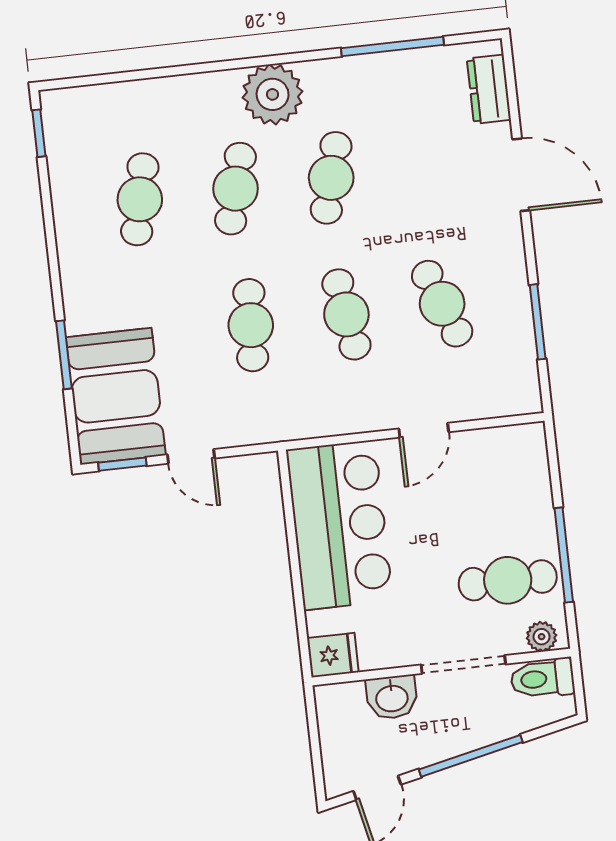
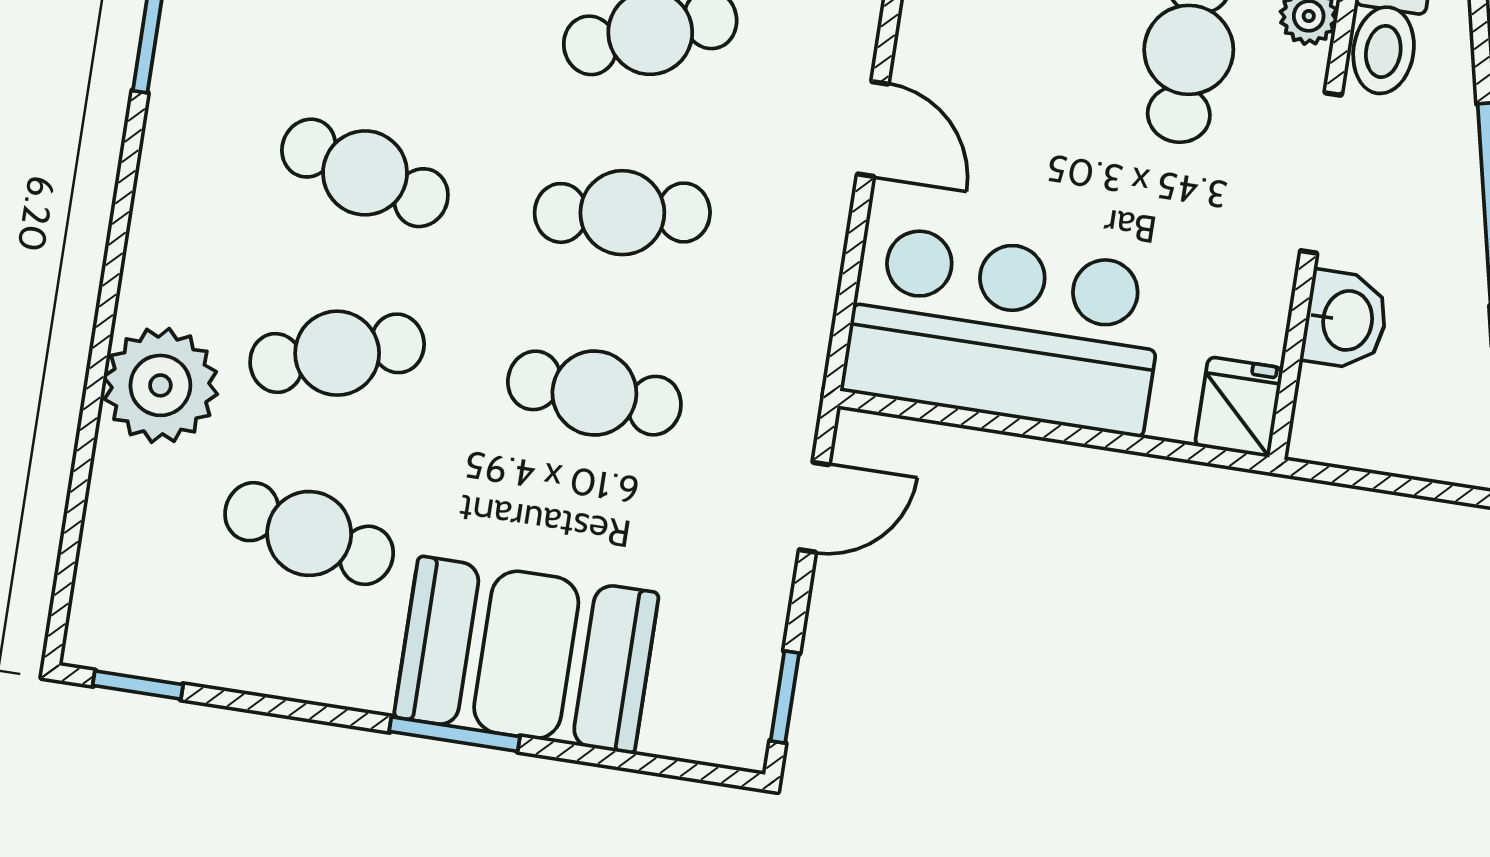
plant: (273, 94) -> (160, 385), moved
cafe table: (235, 189) -> (337, 353), turned -33
window: (64, 355) -> (455, 734), moved
booth: (116, 396) -> (526, 655), moved
door: (191, 456) -> (814, 507), moved

